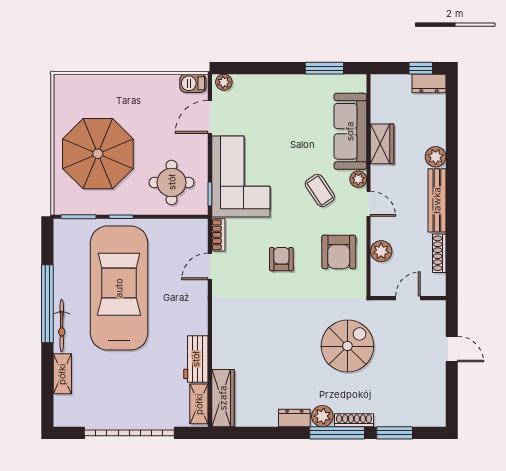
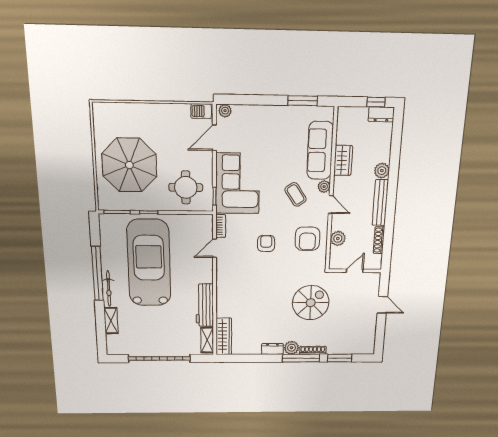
workbench: (196, 359) -> (205, 305), width x1.38

